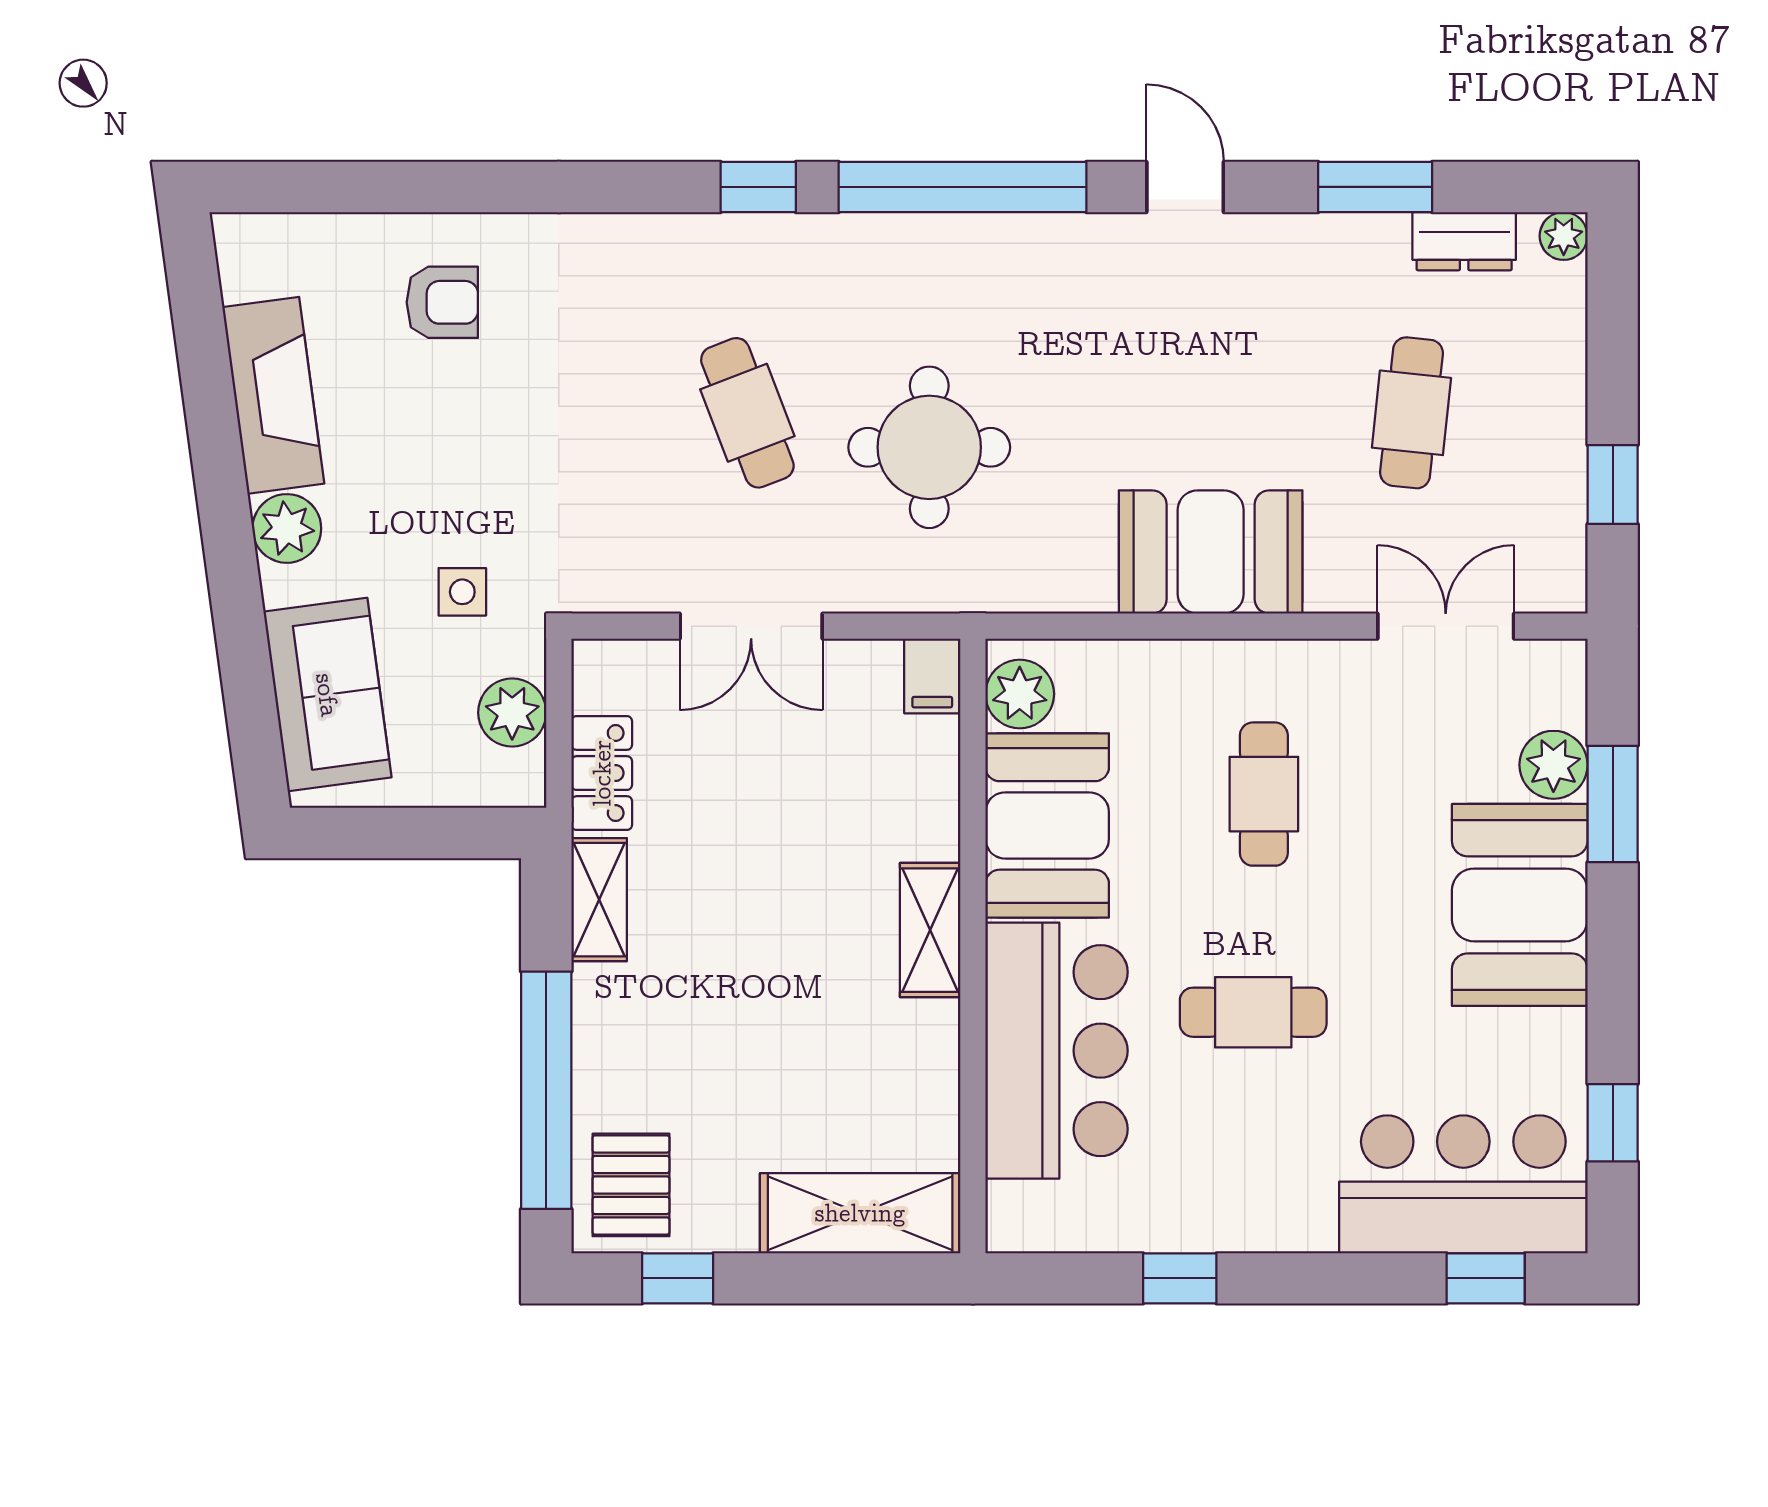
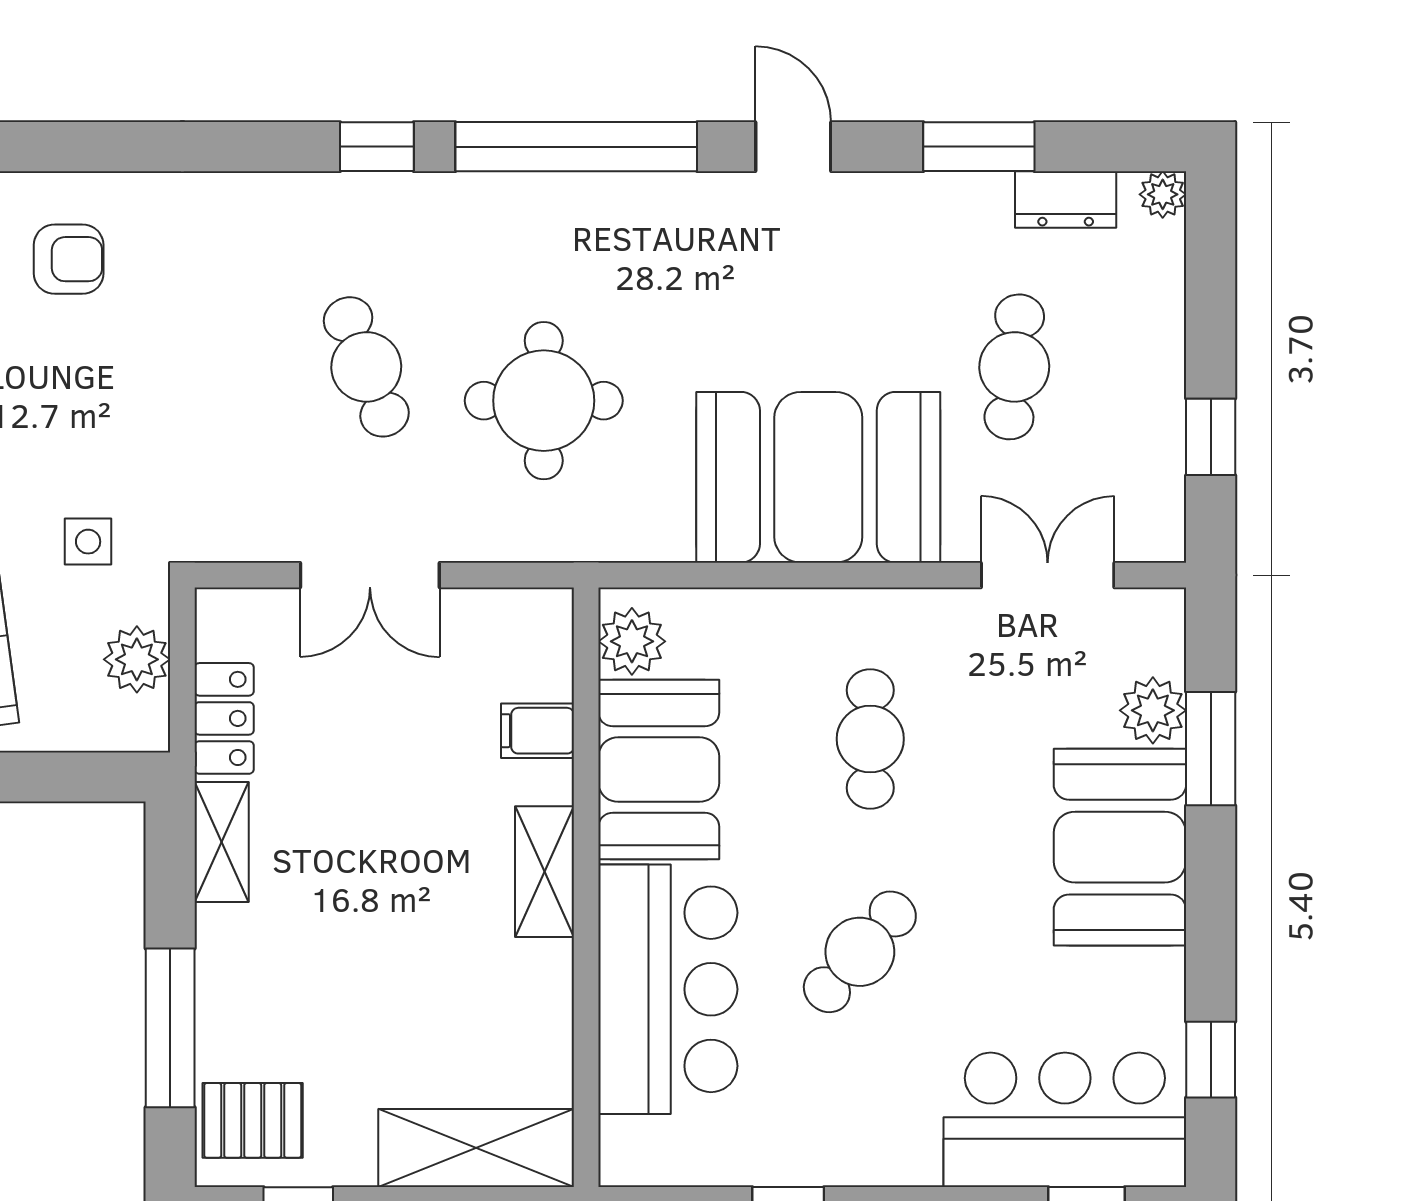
booth: (1211, 552) -> (818, 477), width x1.36, depth x1.42
filing cabinet: (932, 676) -> (538, 731), moved, turned 90
cafe table: (1253, 1012) -> (860, 952), turned -49
window: (546, 1090) -> (170, 1028), width x0.68
pallet: (631, 1185) -> (253, 1120), turned 90

